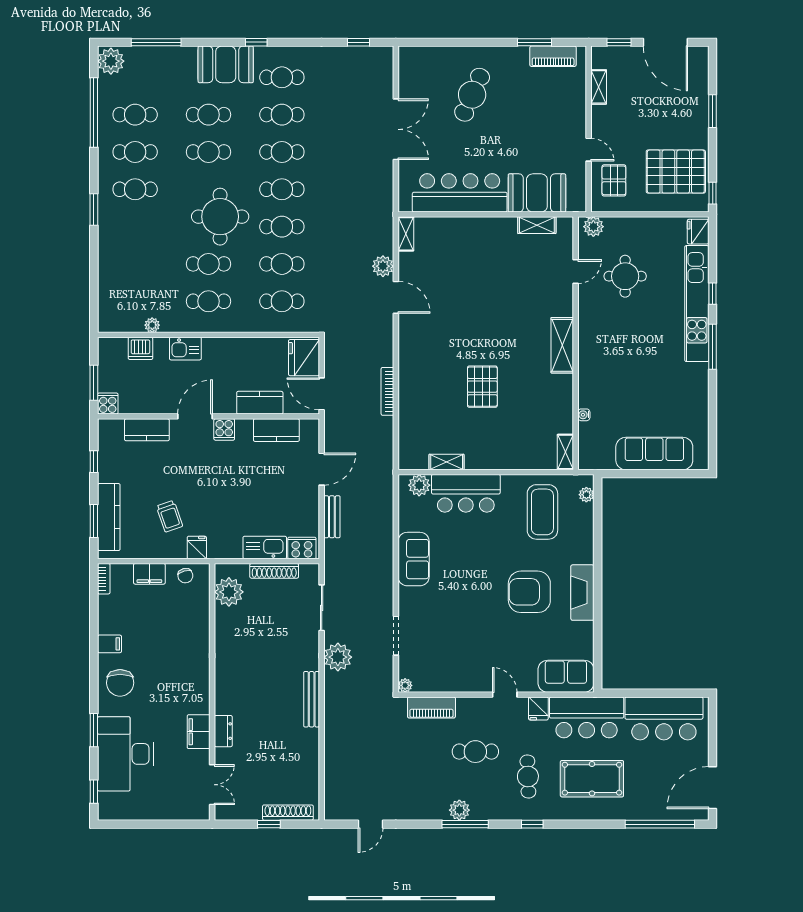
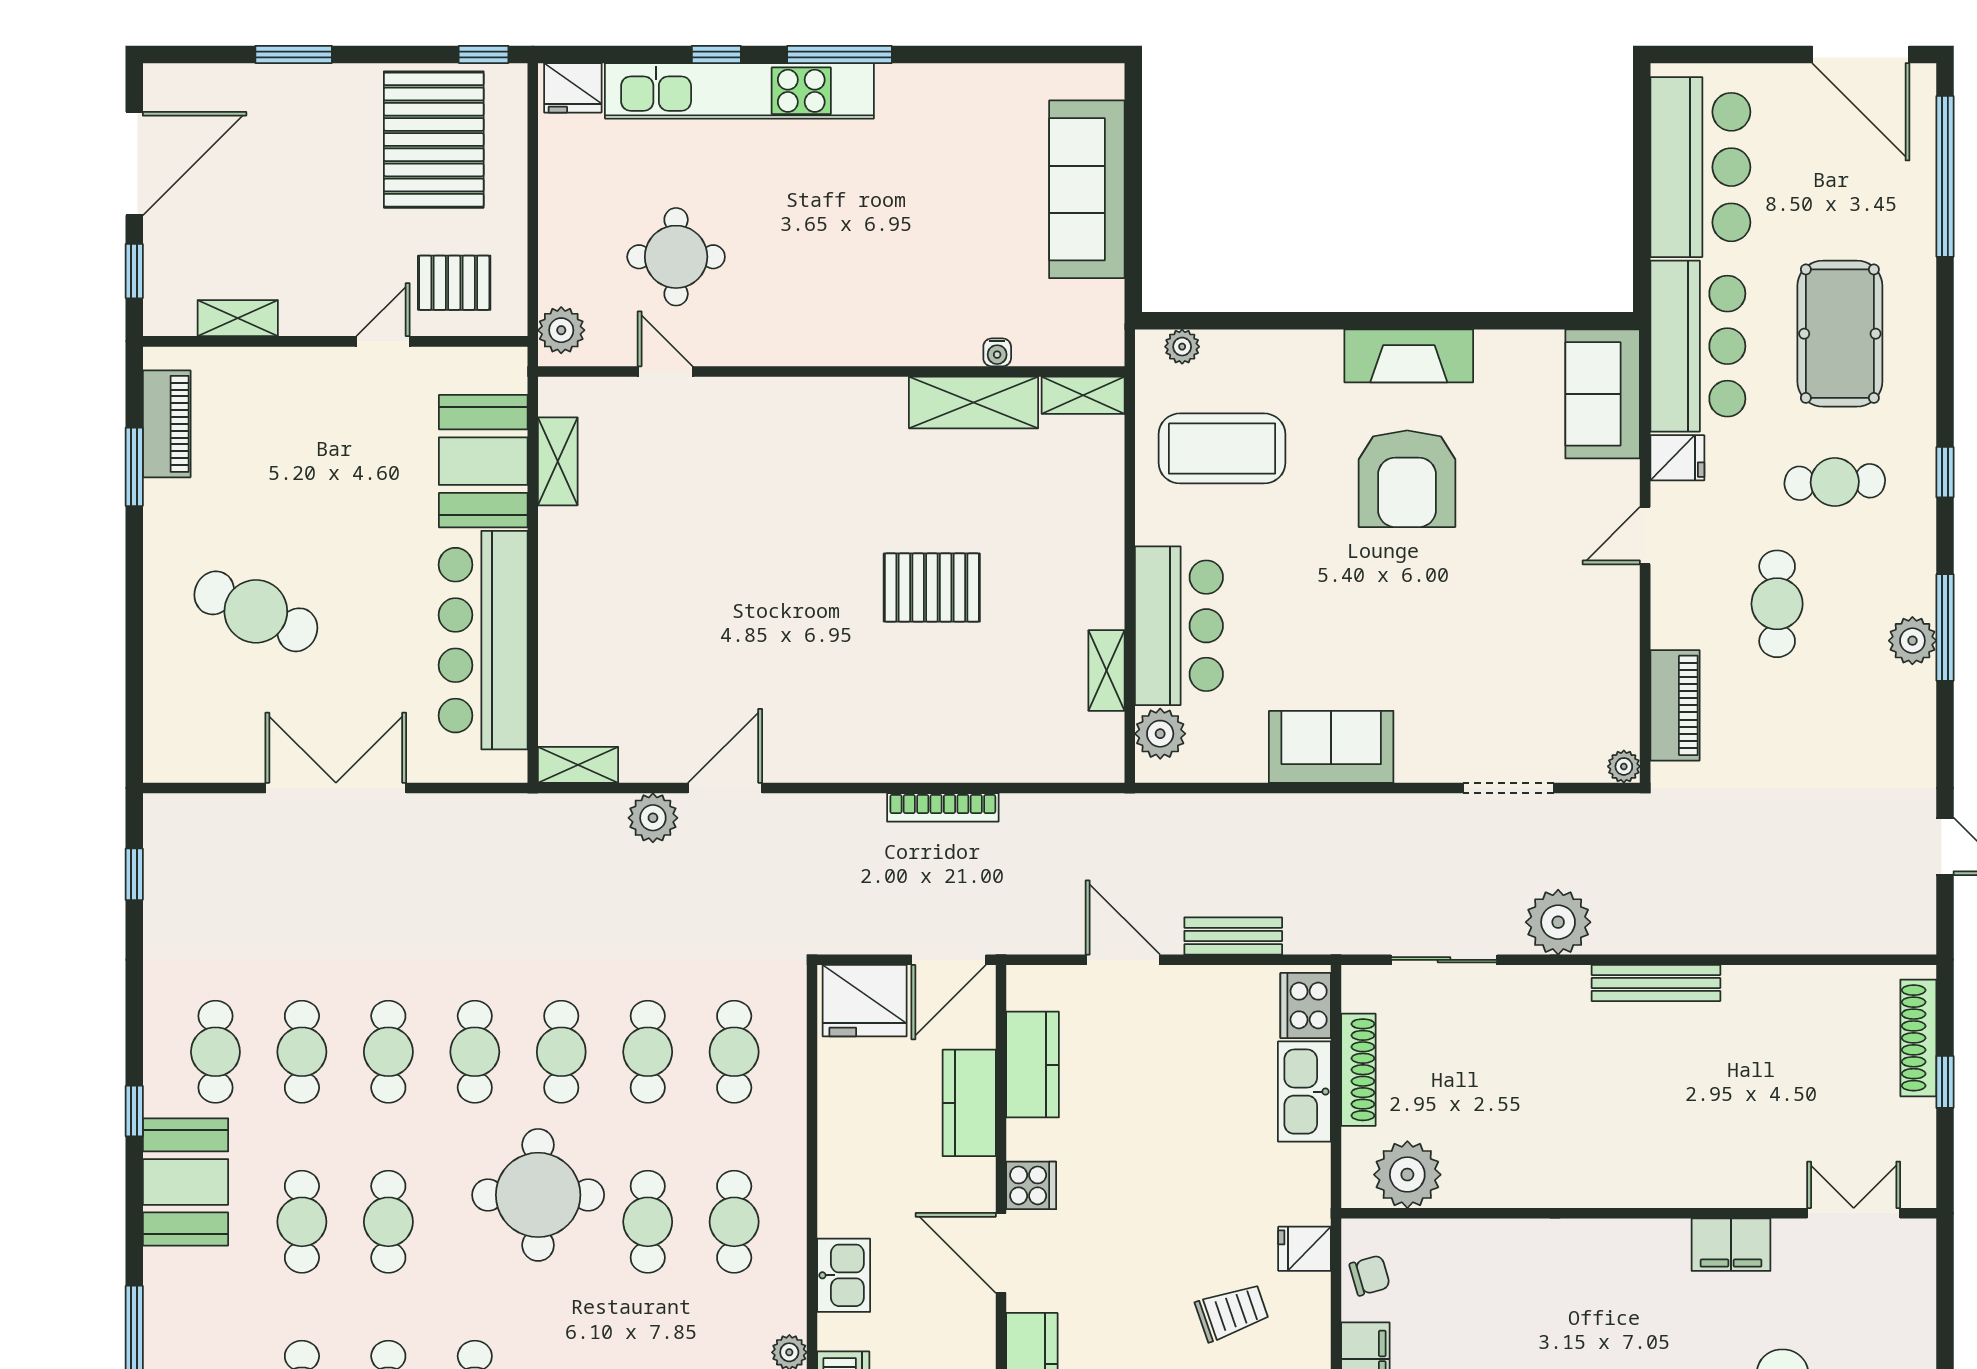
shelving: (562, 345) -> (974, 402), moved
dresser: (223, 731) -> (1730, 1188), removed

